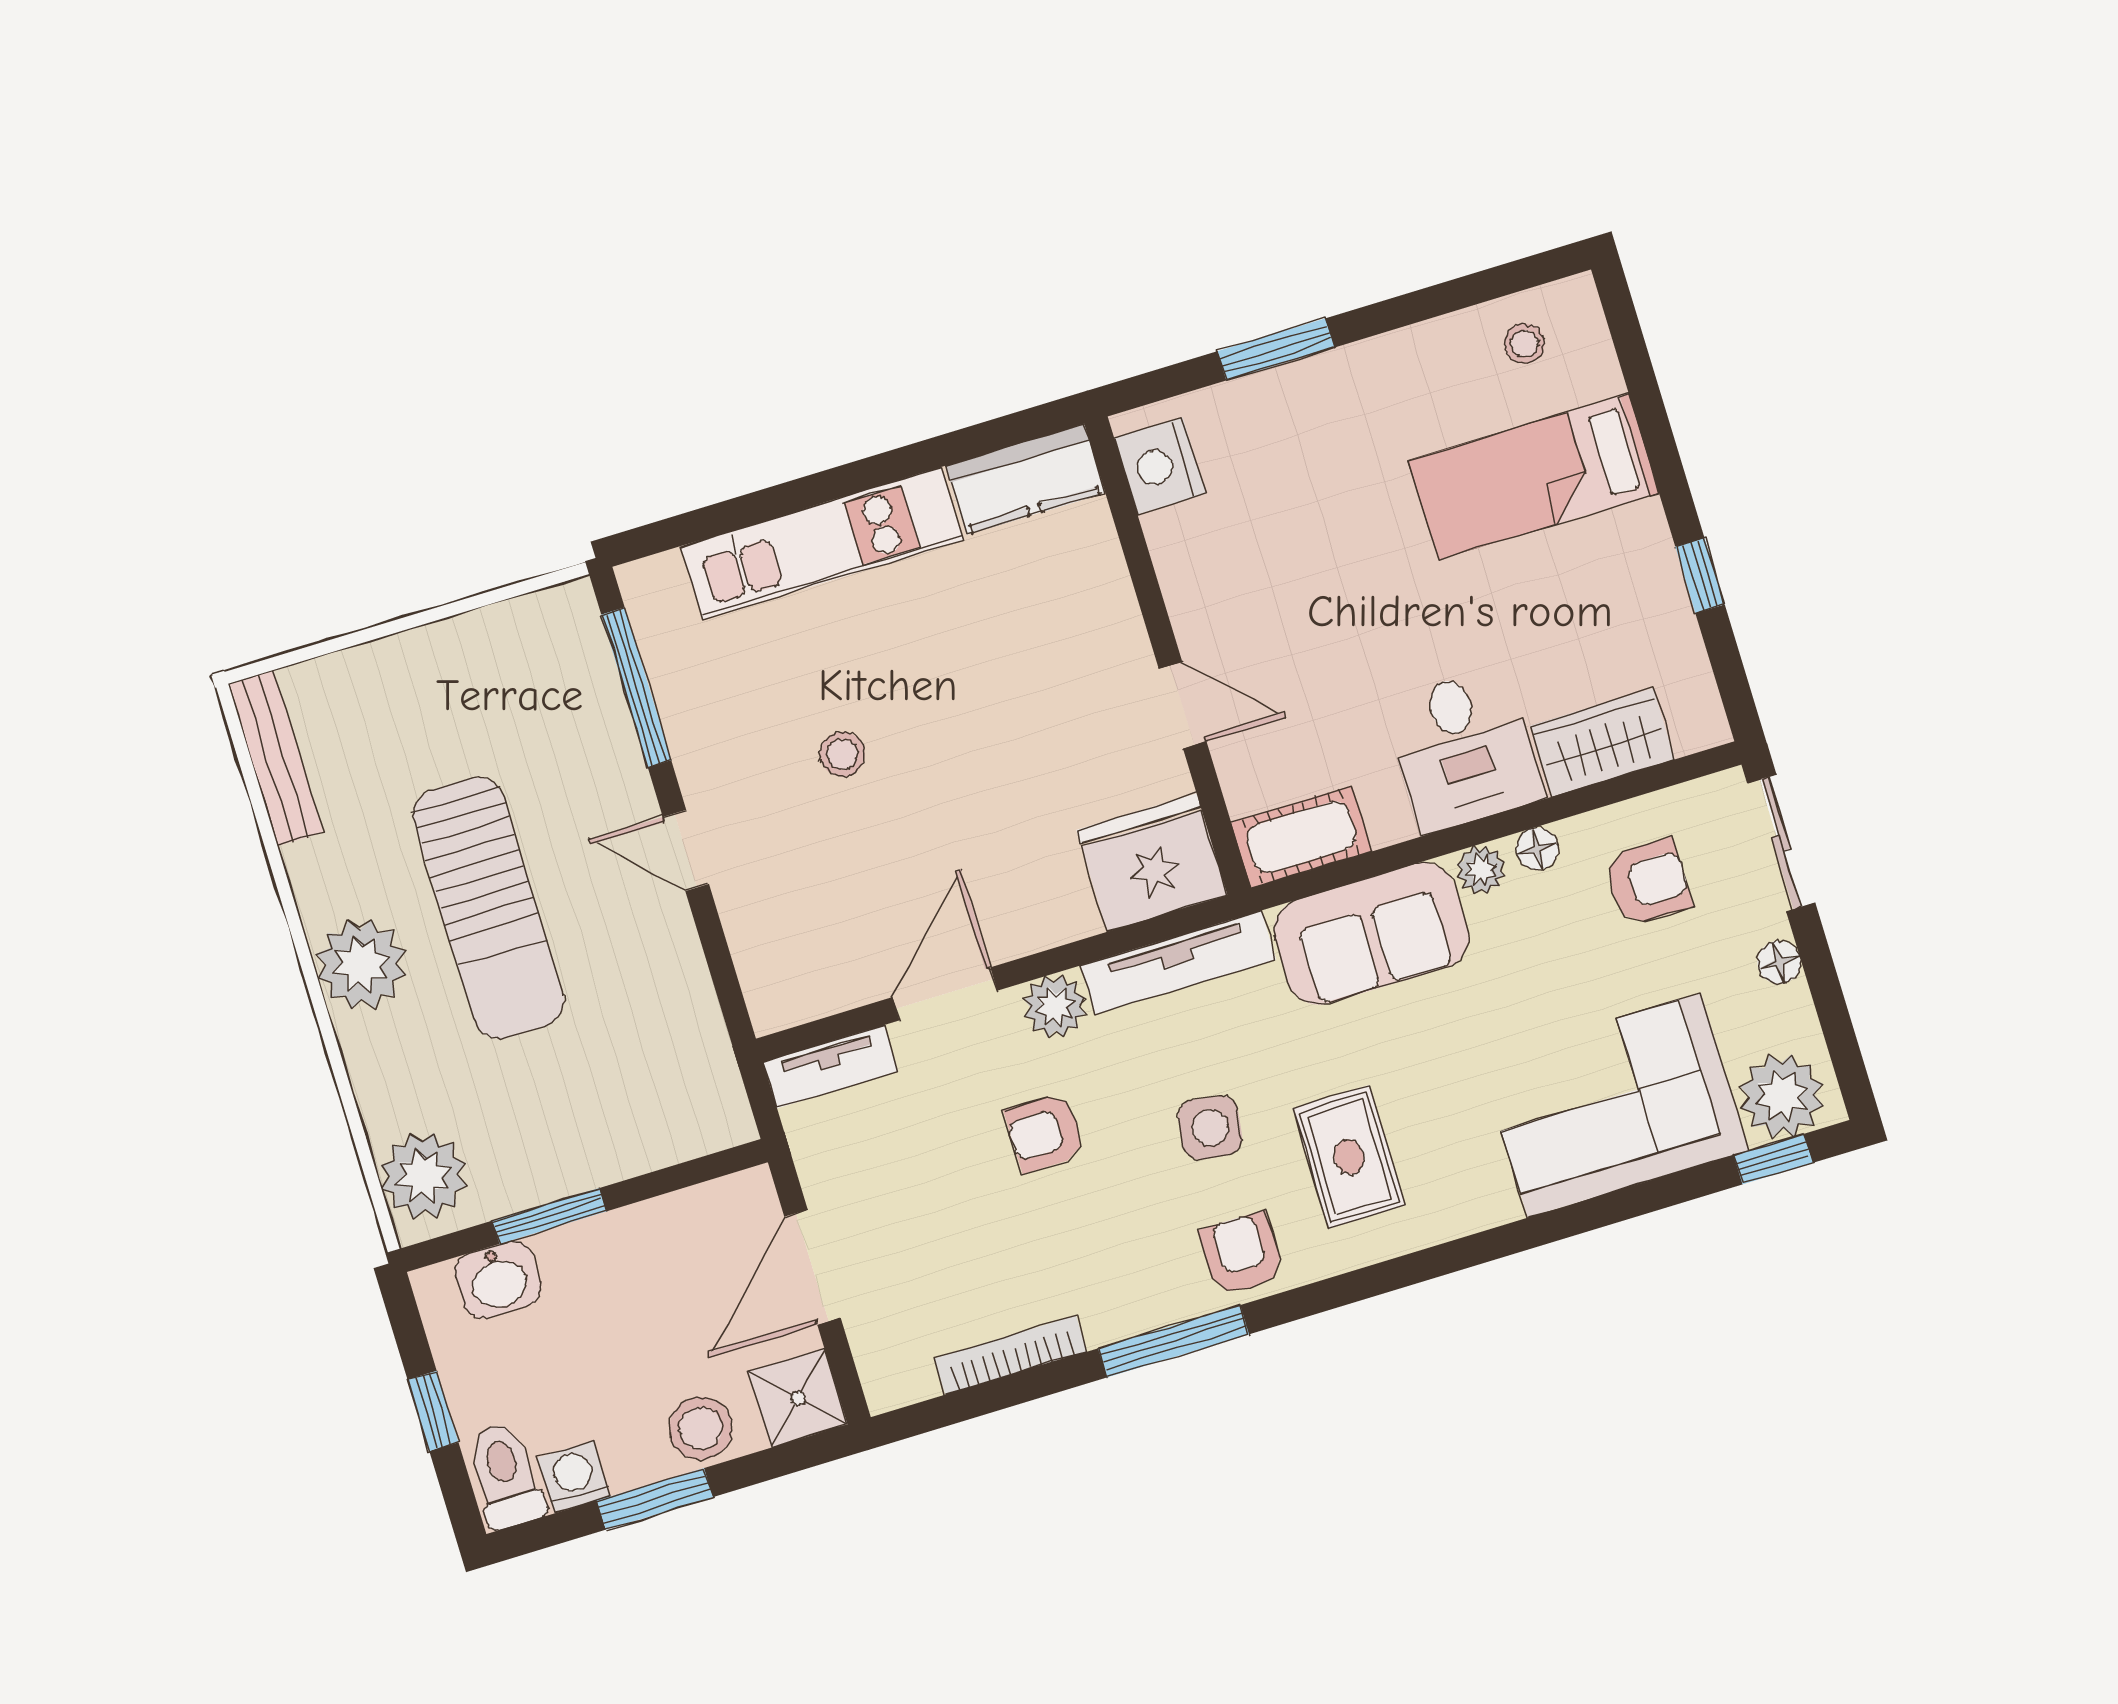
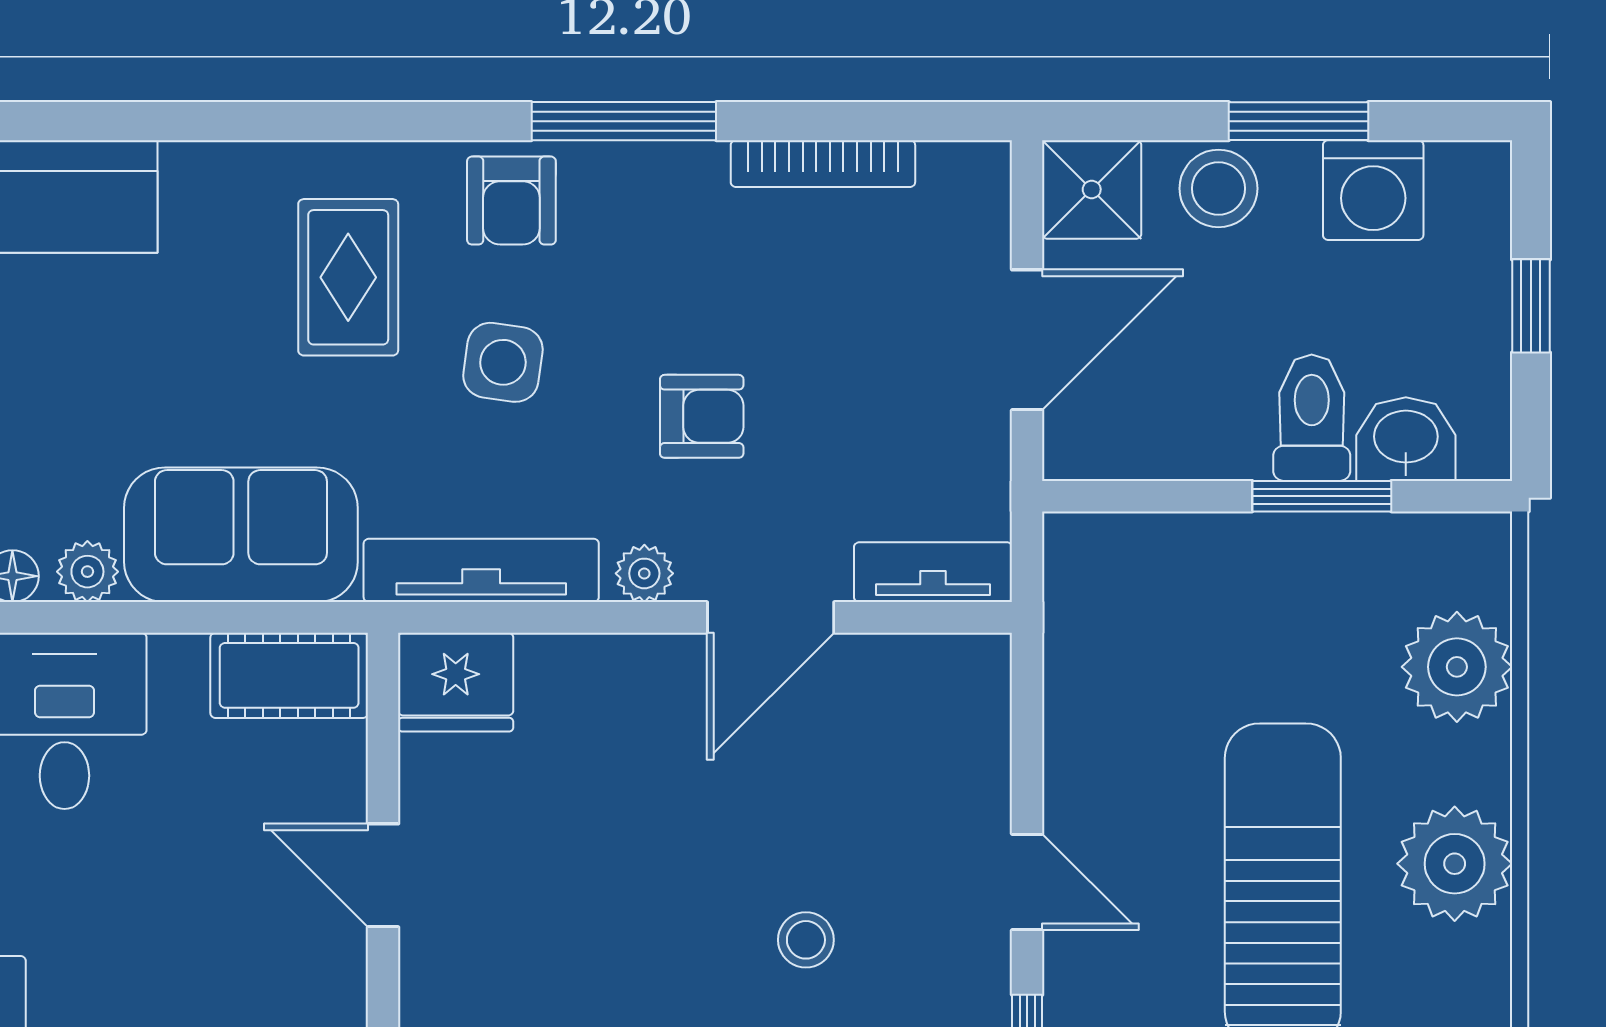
fridge: (1152, 863) -> (456, 682), width x0.73, depth x0.75
plant: (1055, 1007) -> (644, 573), width x0.73, depth x0.73
plant: (424, 1176) -> (1457, 667), moved
toilet: (506, 1475) -> (1312, 418), moved, turned 180
washing machine: (574, 1477) -> (1373, 190), width x1.38, depth x1.38

